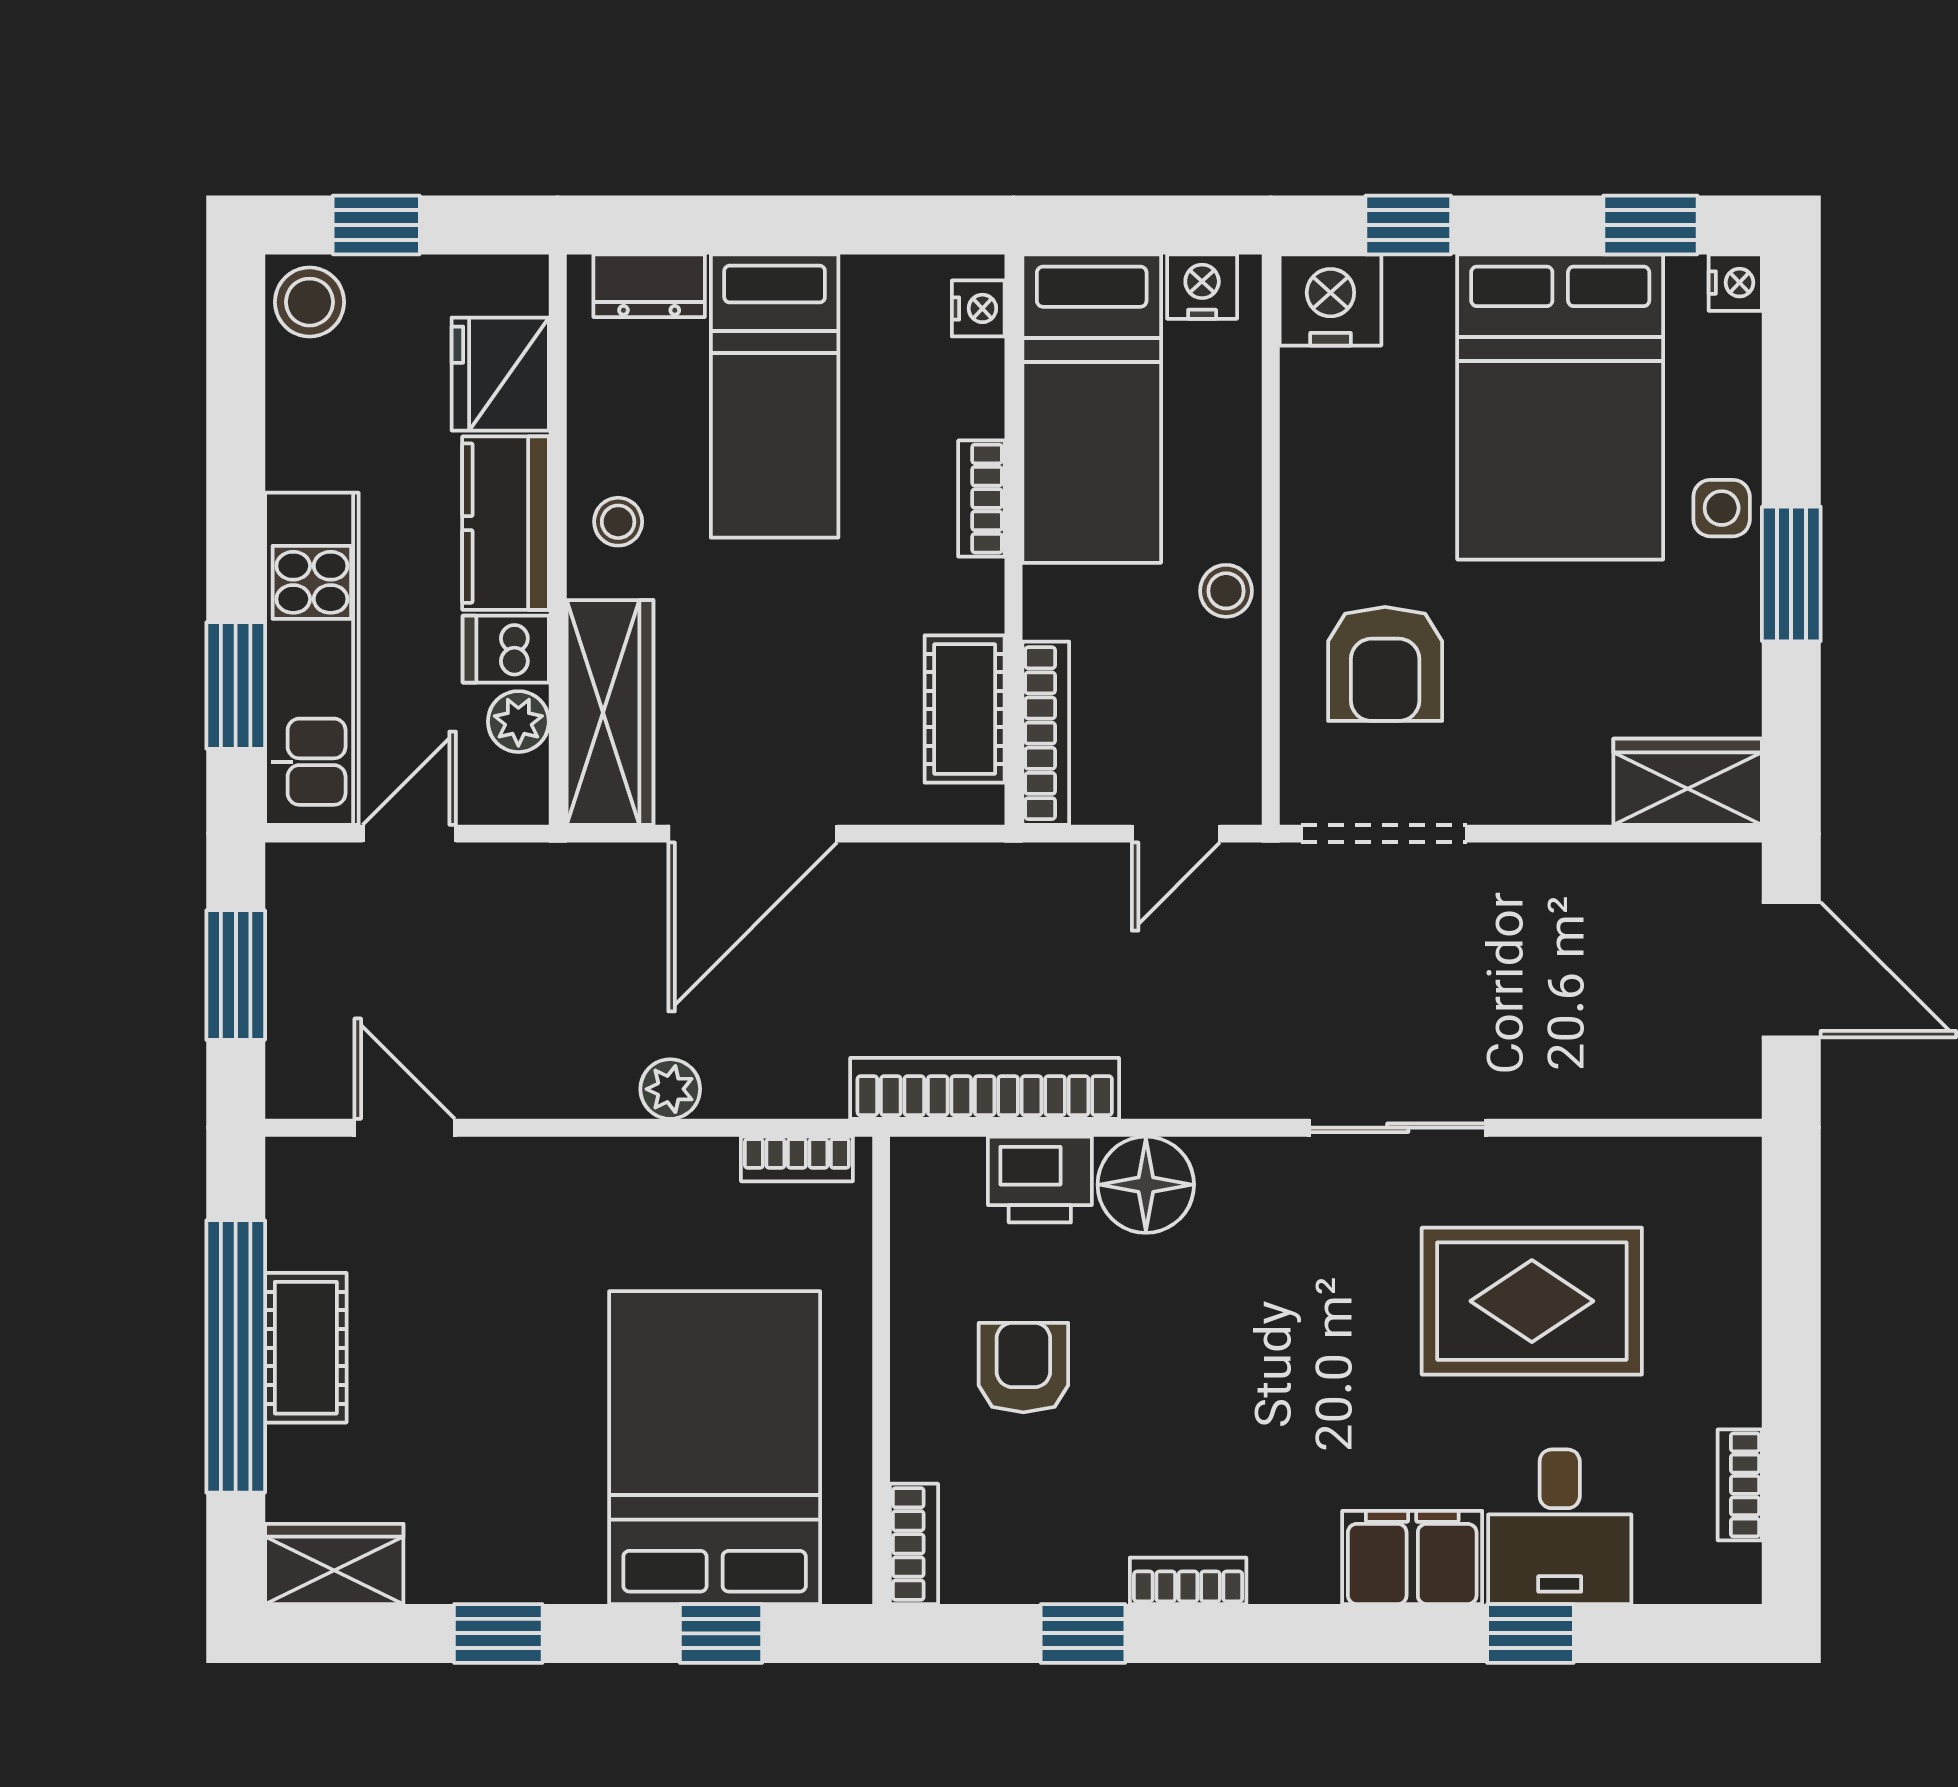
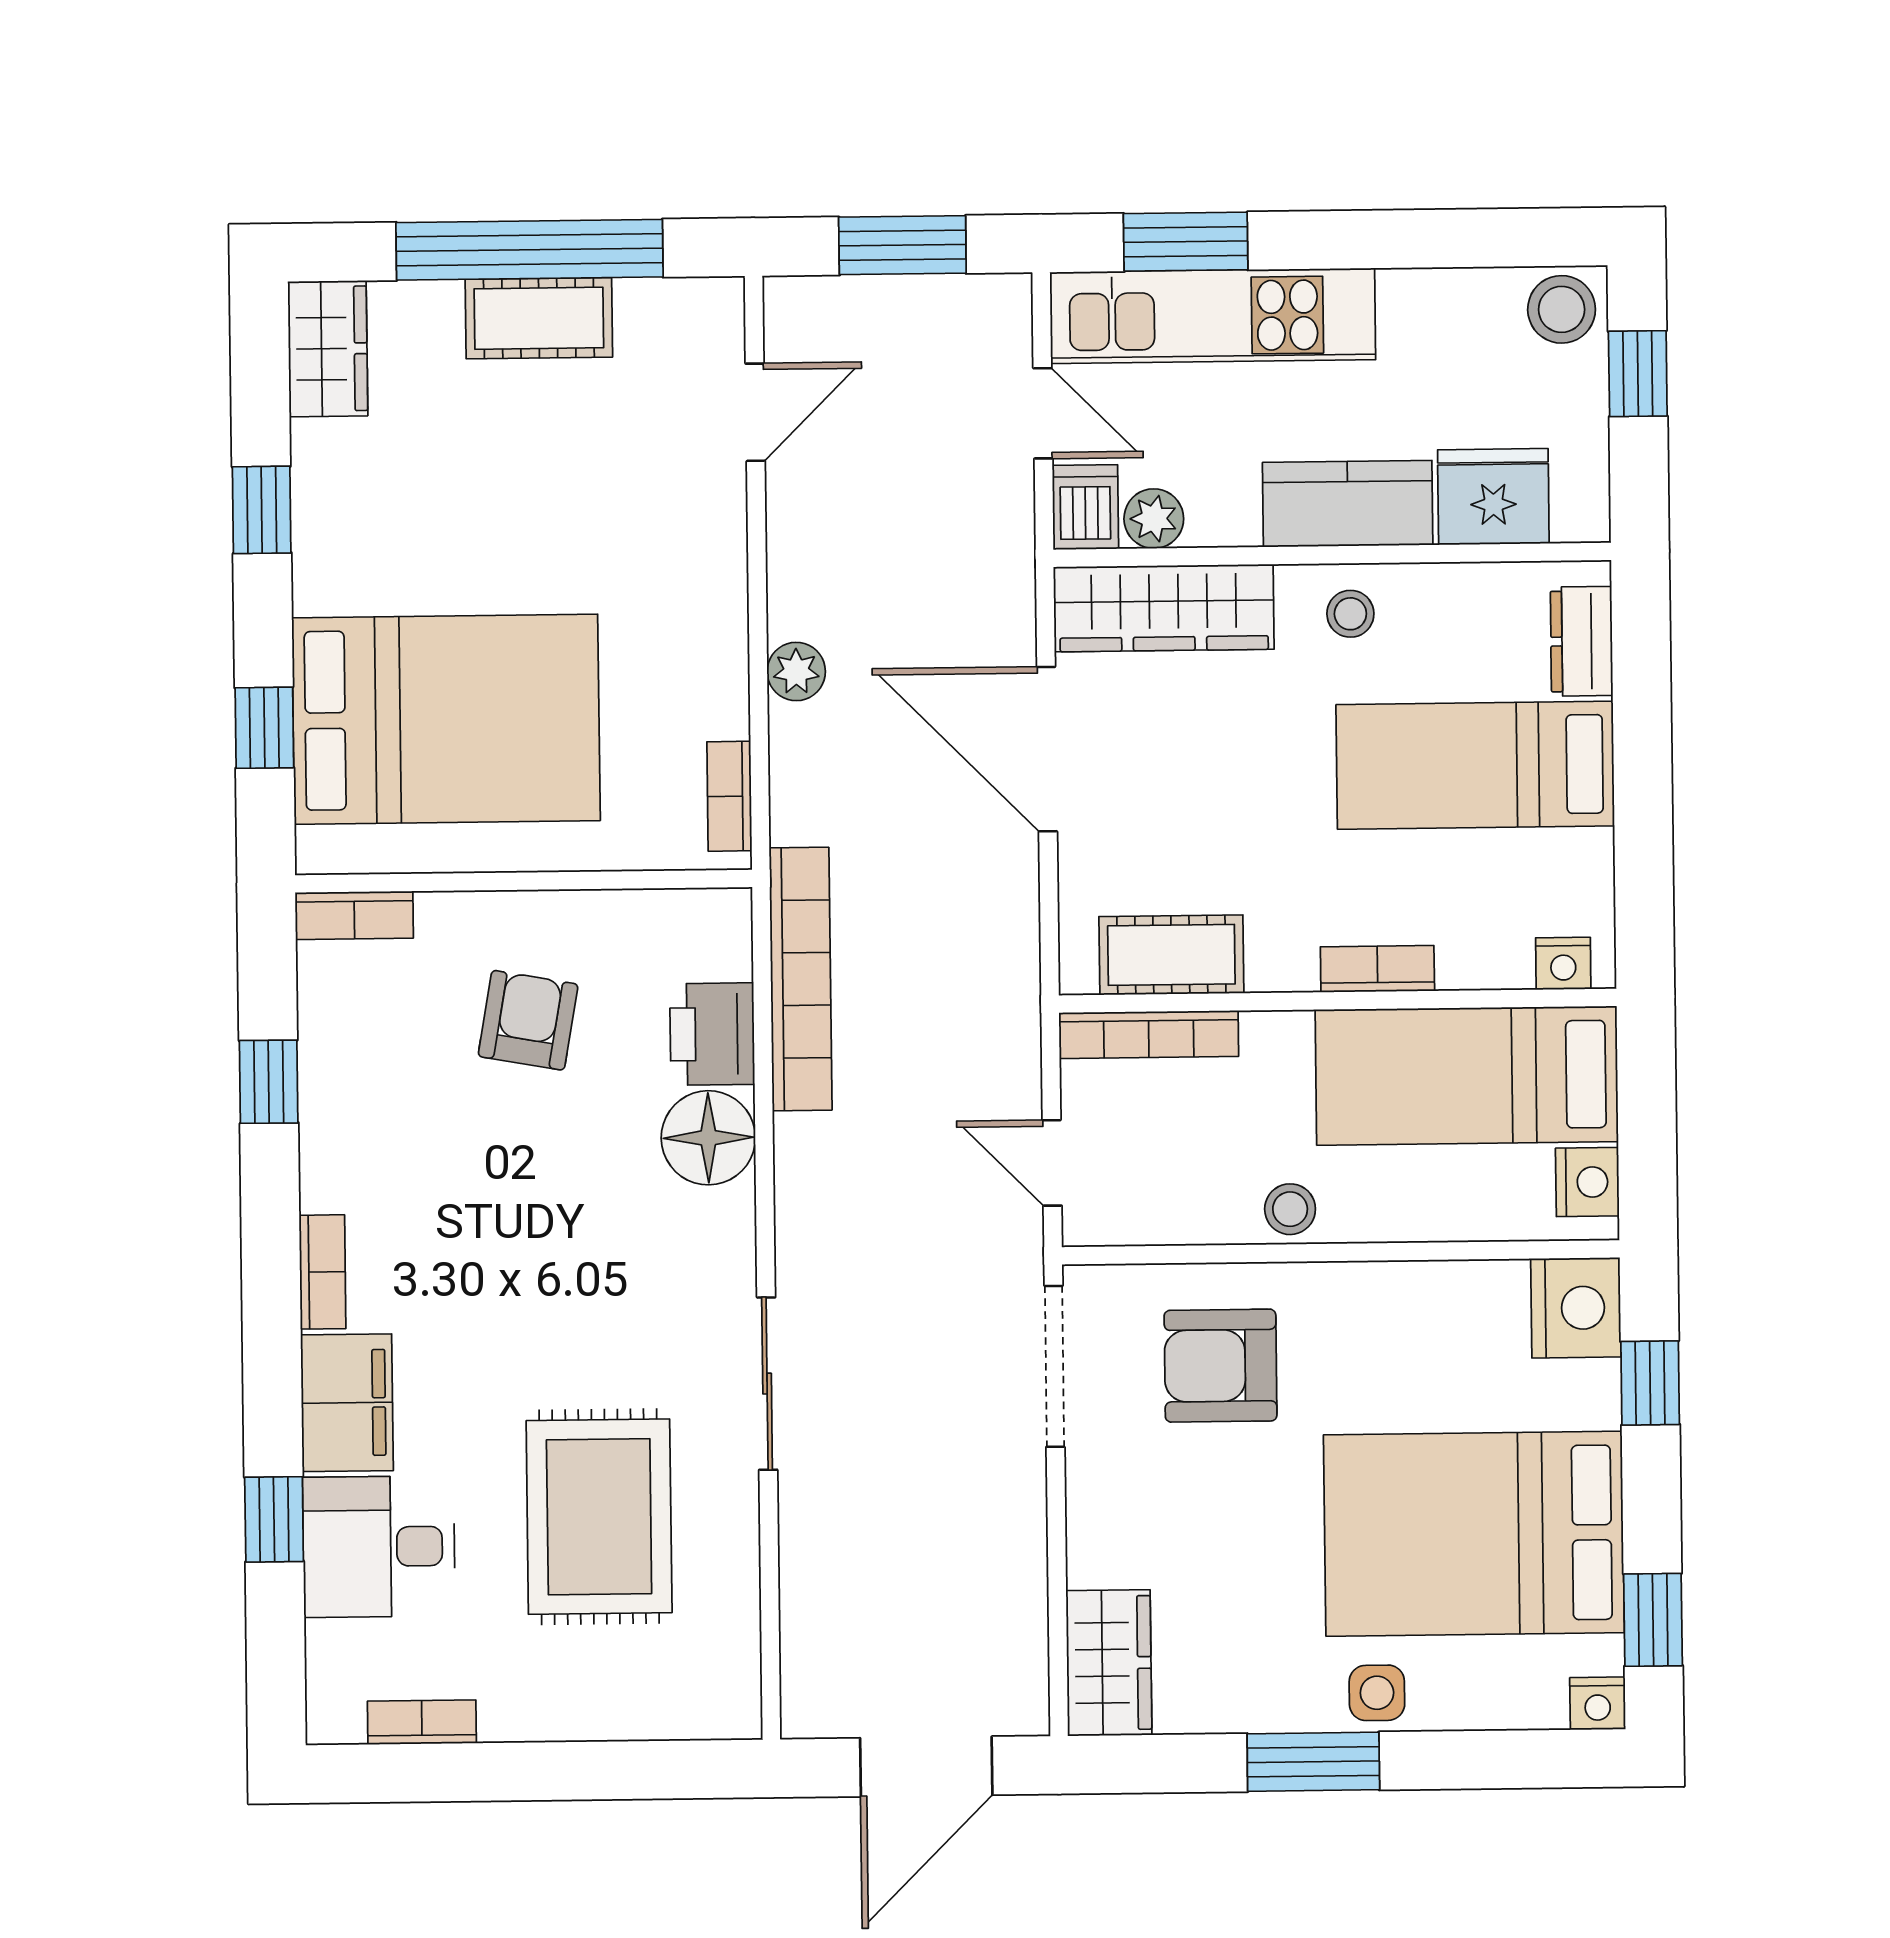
dishwasher: (506, 649) -> (1085, 507), moved
armchair: (1023, 1368) -> (528, 1020), turned -80
bookcase: (1188, 1581) -> (323, 1272), moved

